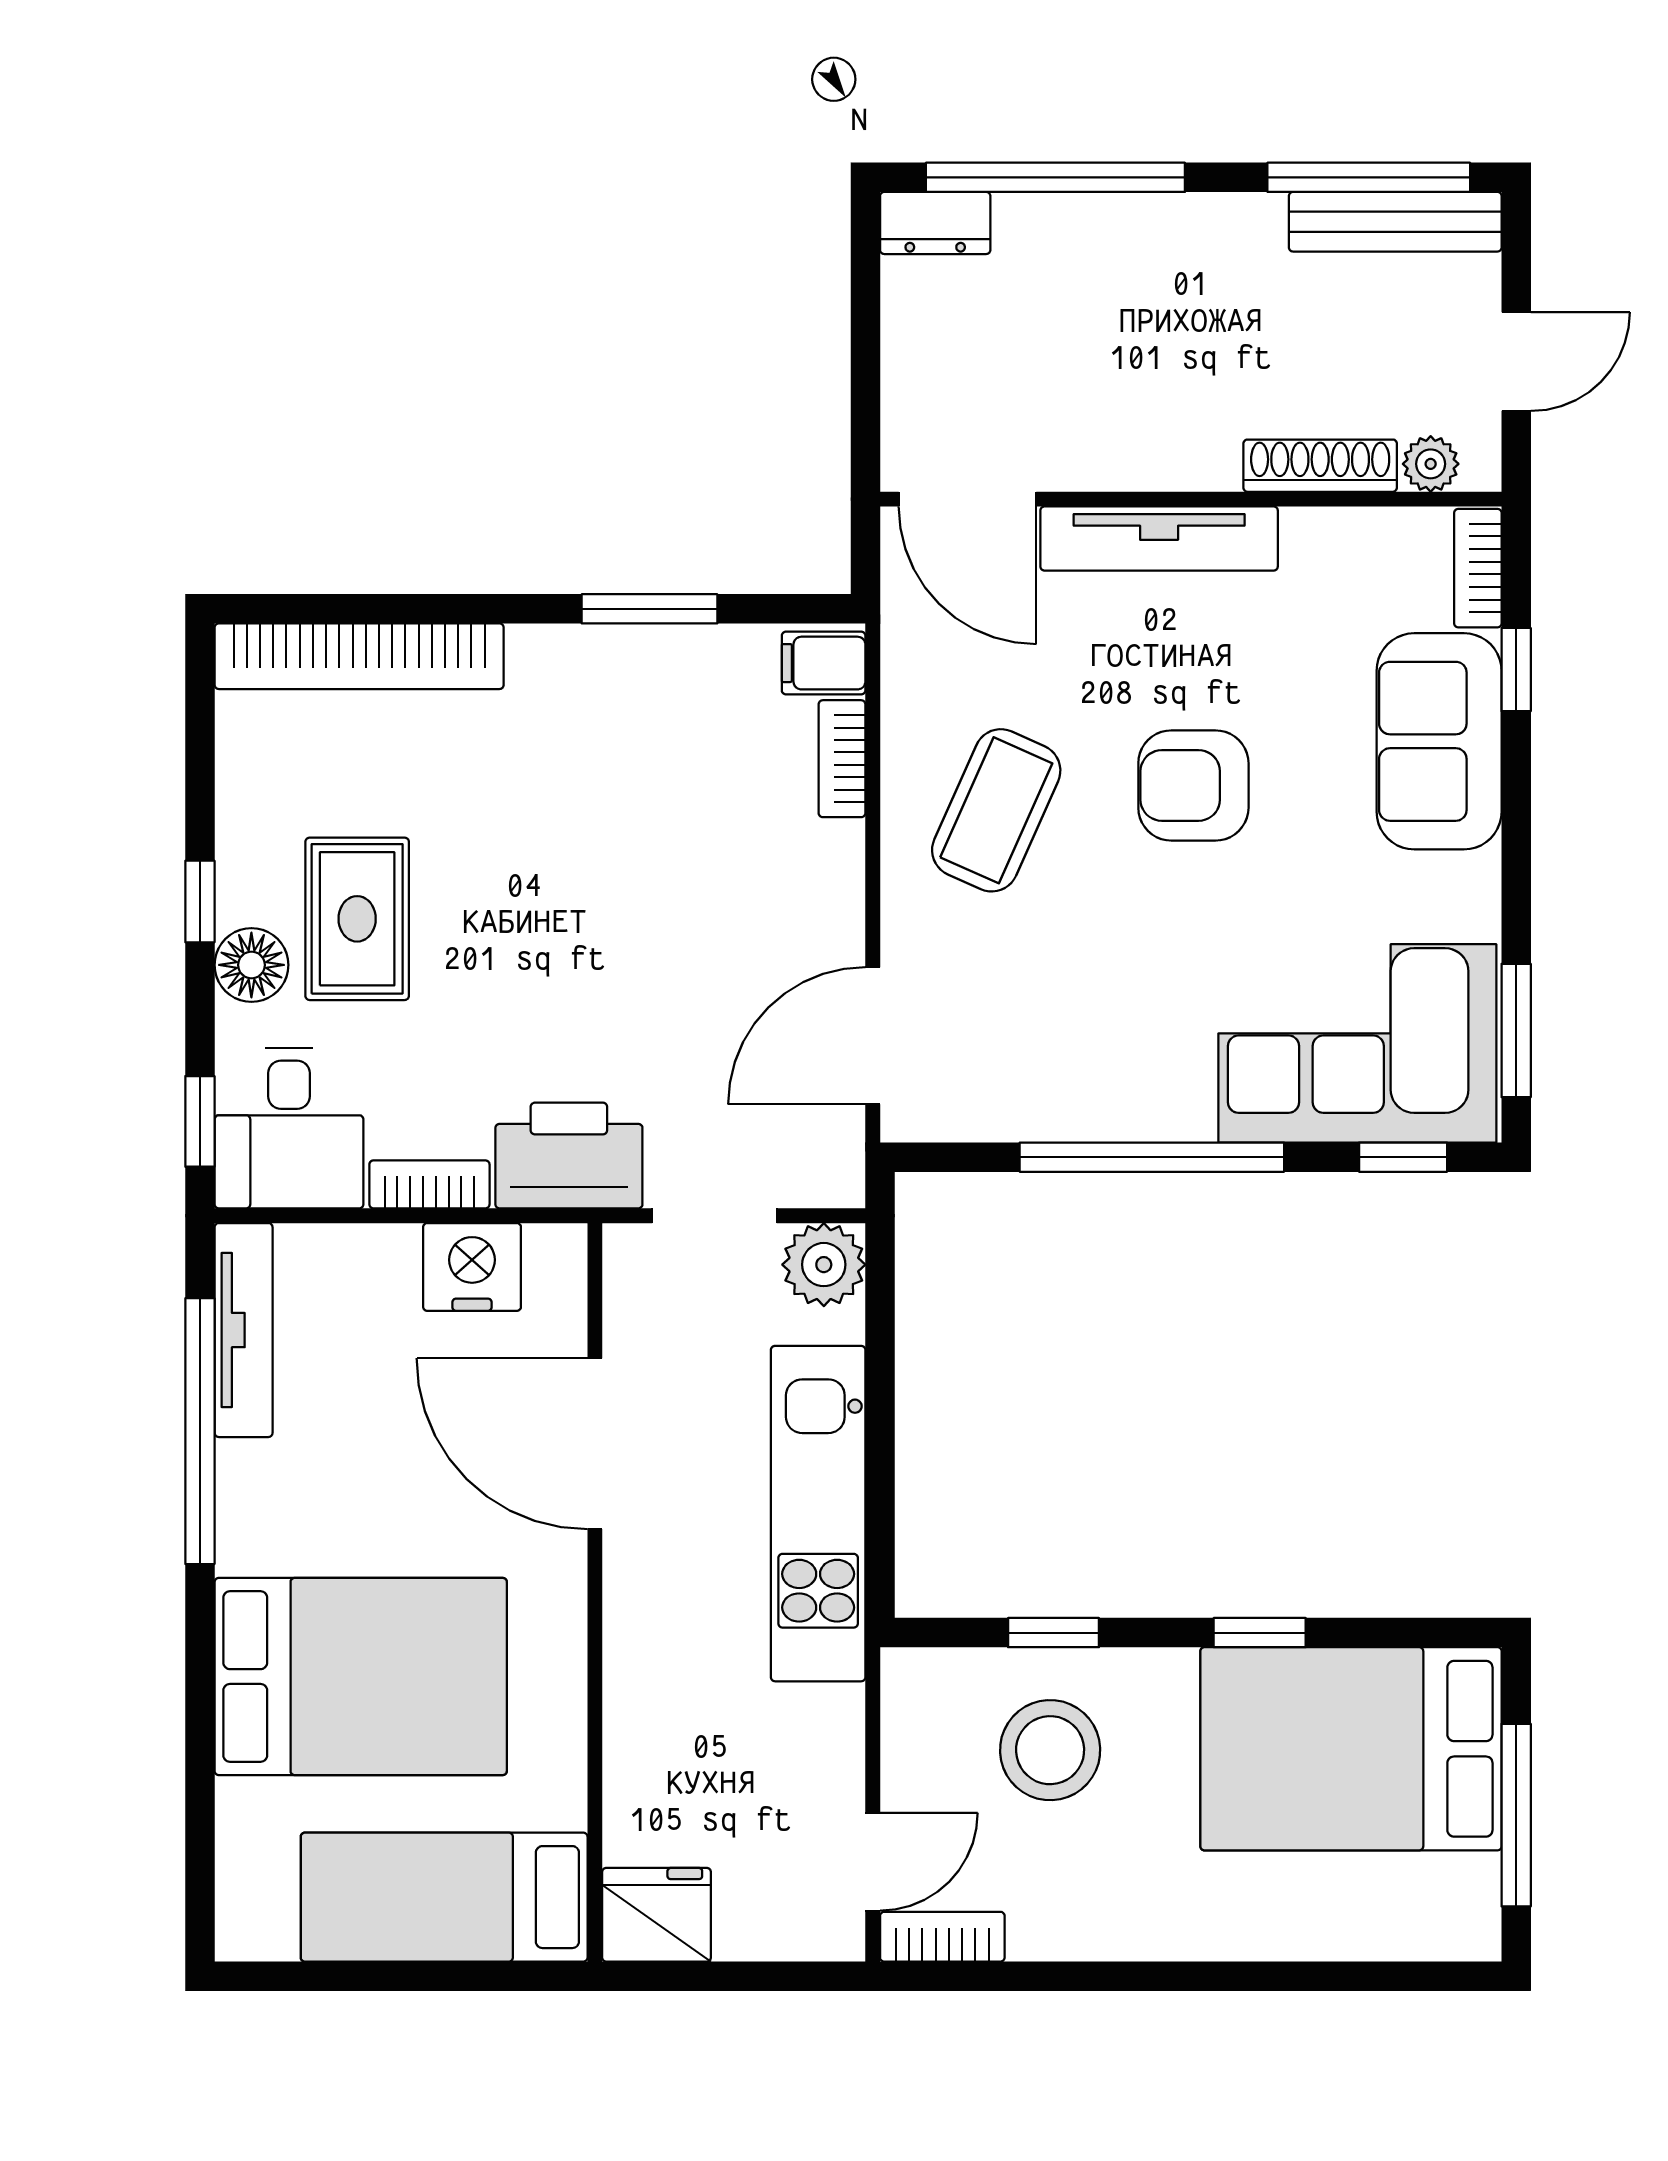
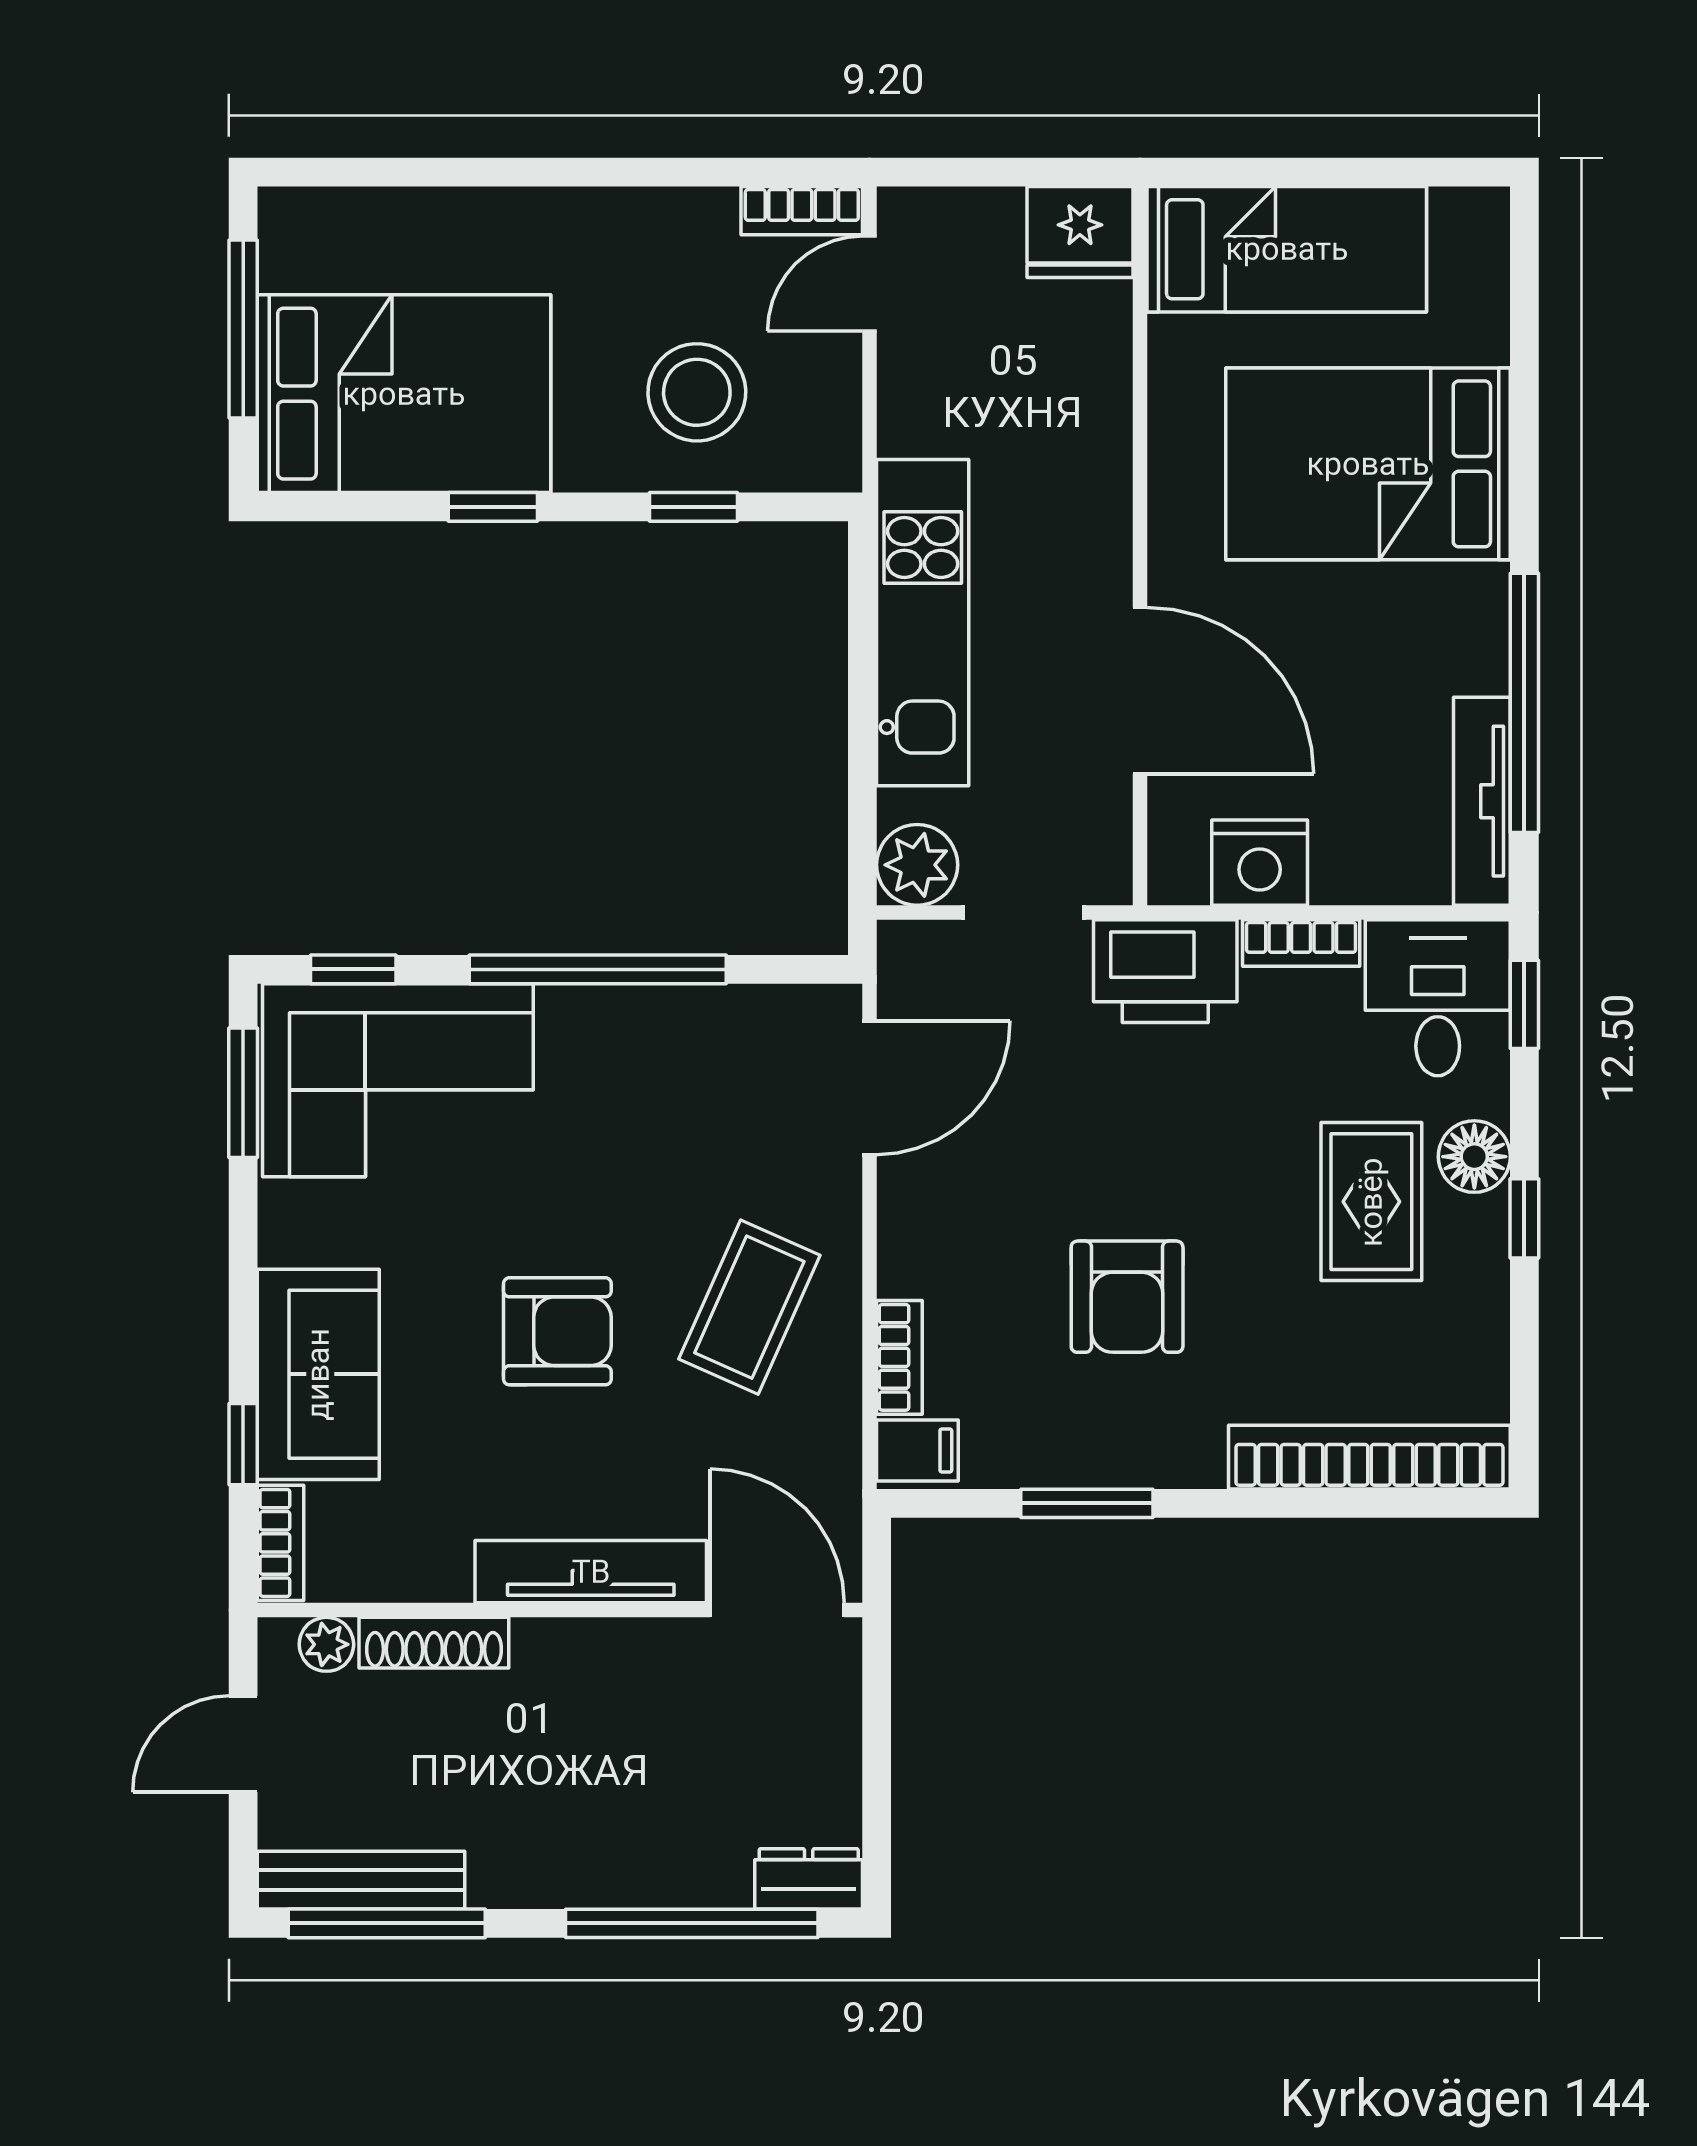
armchair: (608, 821) -> (1127, 1297), added

